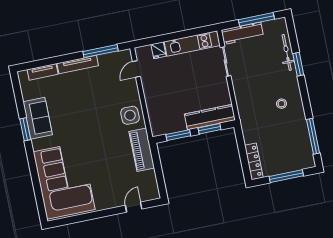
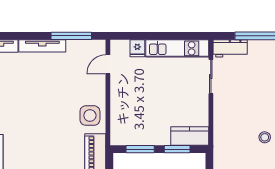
workbench: (242, 33) -> (230, 48), width x0.73
kitchen counter: (210, 117) -> (190, 136), width x0.67

